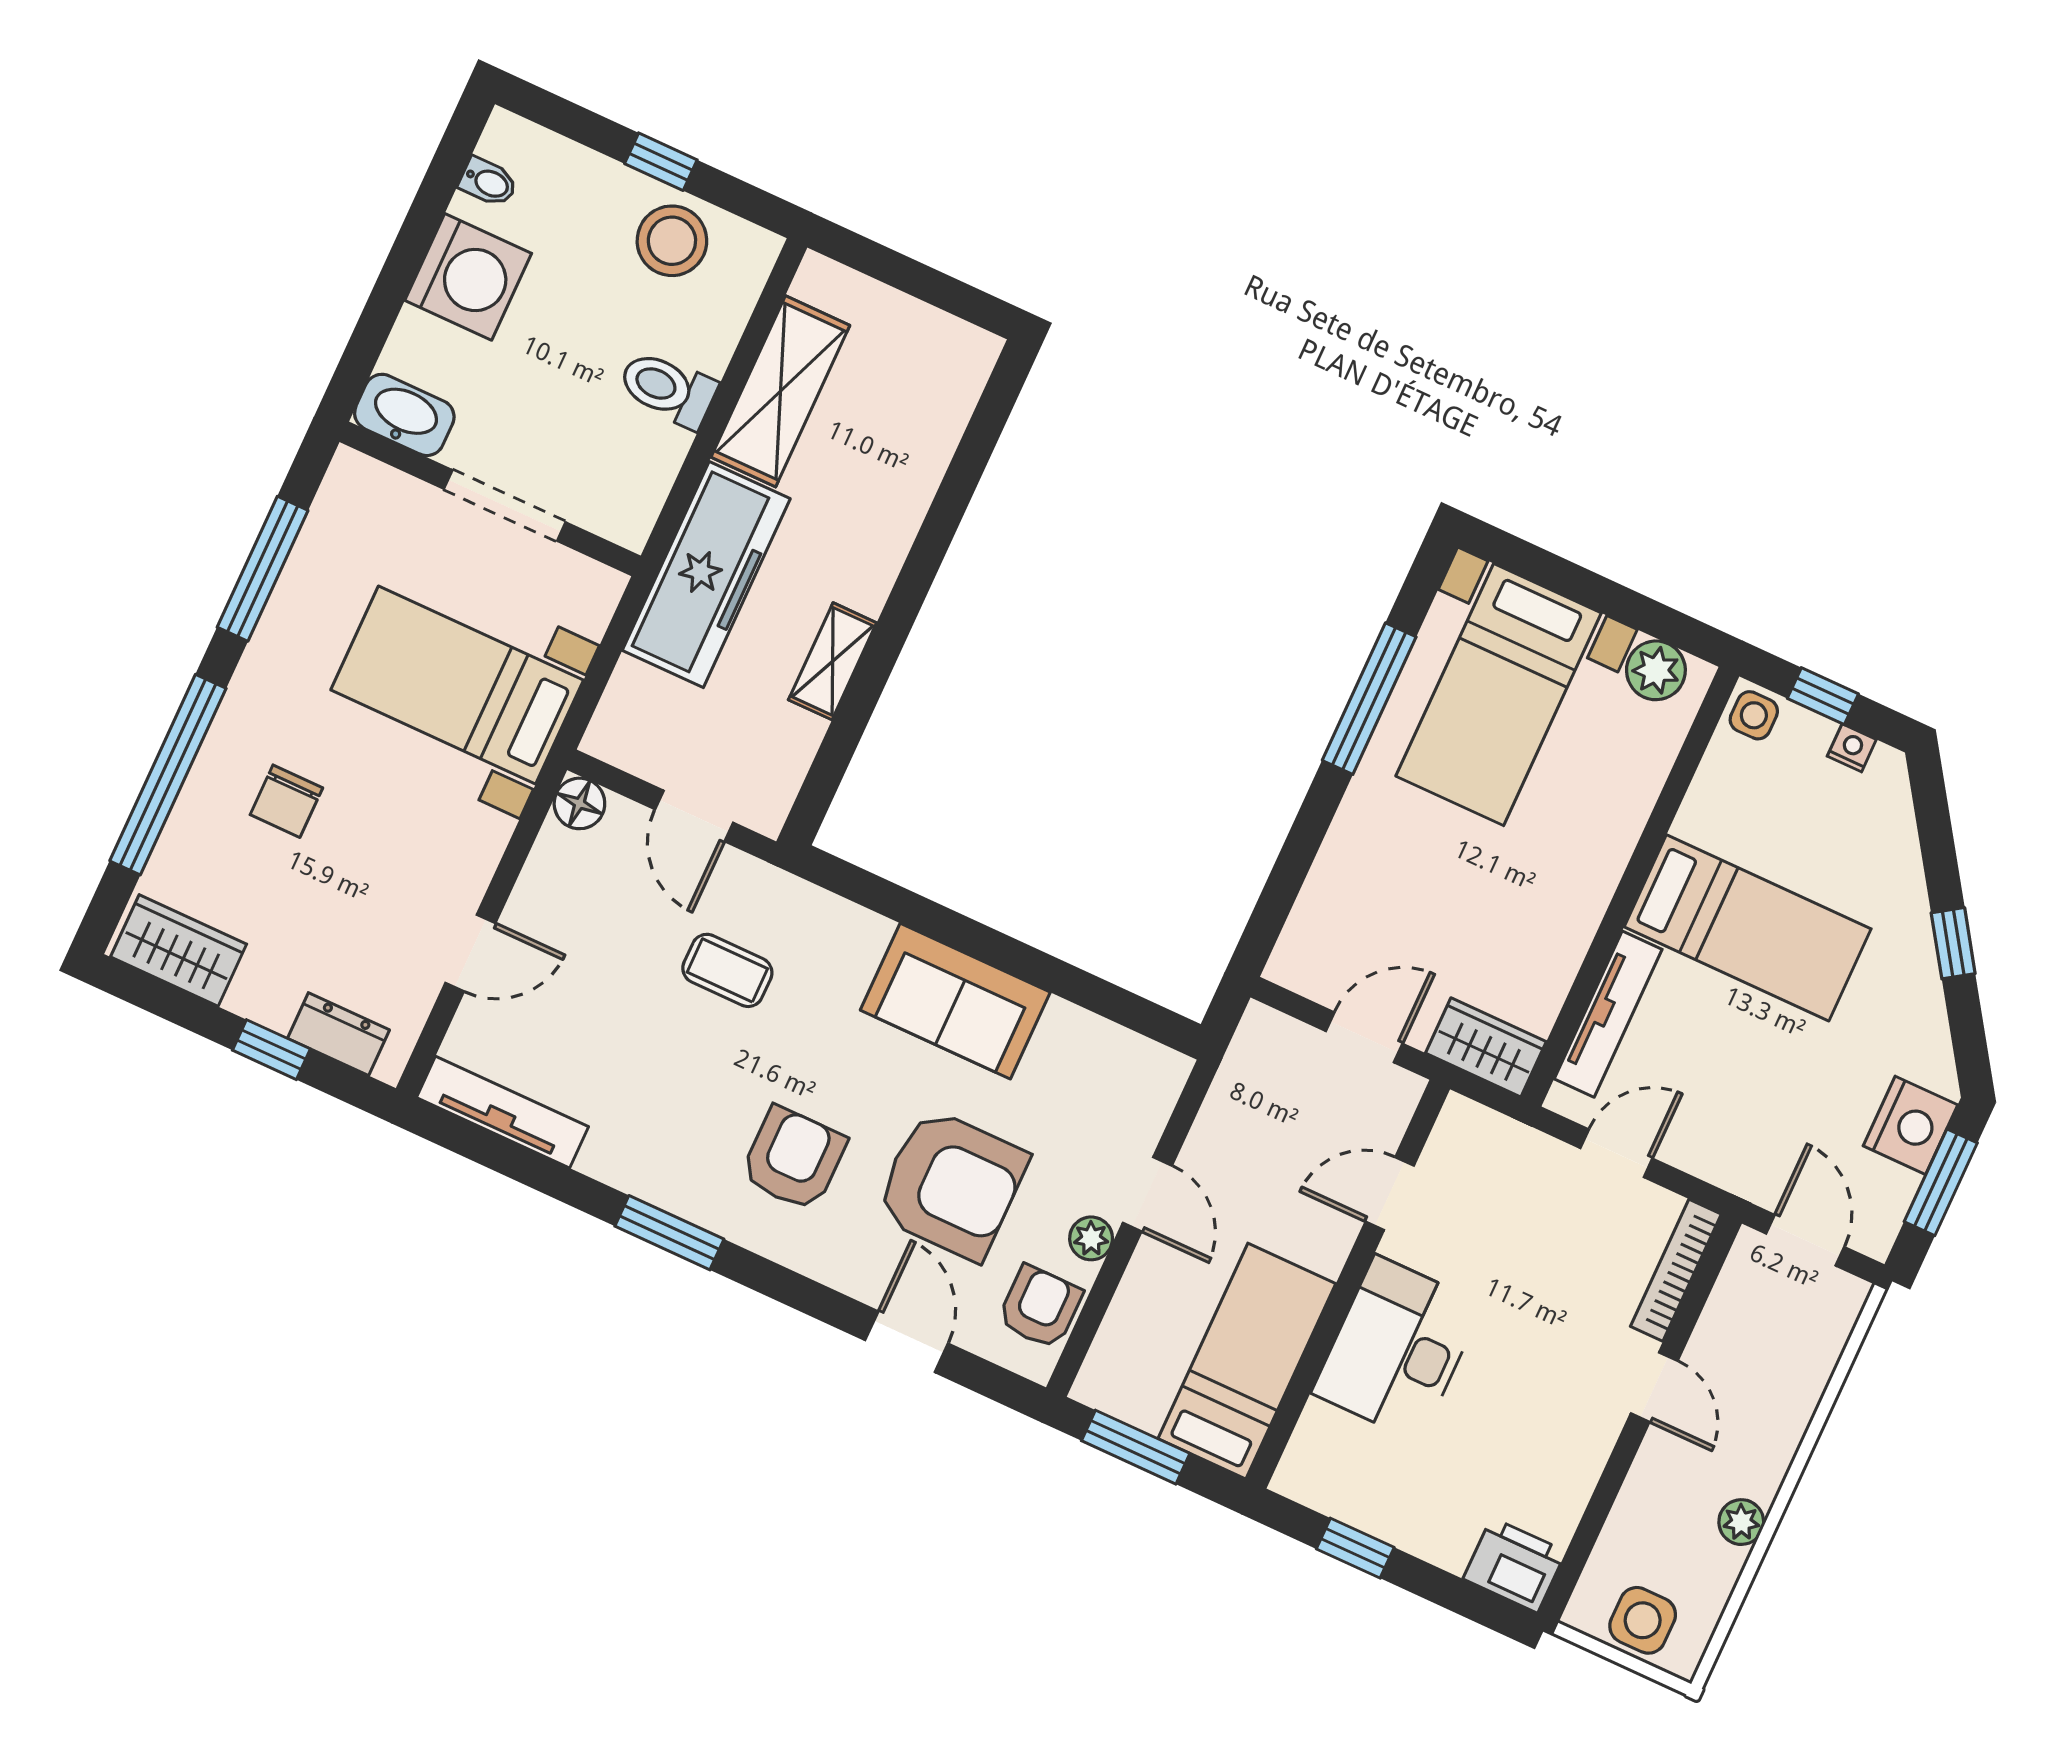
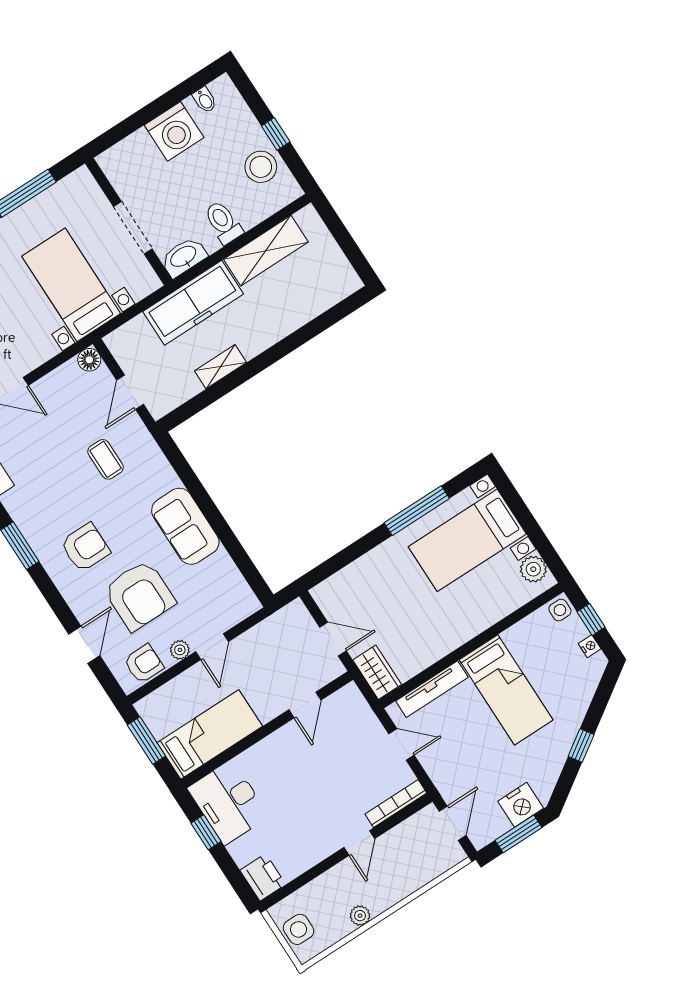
washbasin: (404, 415) -> (184, 257), moved, turned -90
door: (1390, 1194) -> (305, 705), swing flipped
desk: (1397, 1348) -> (228, 802), moved, turned -90

